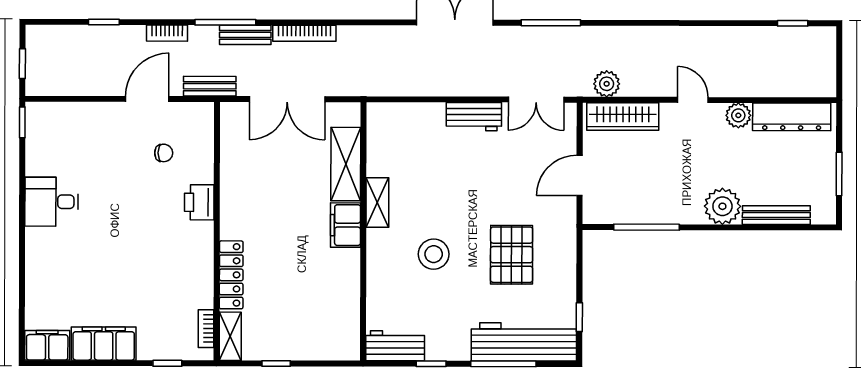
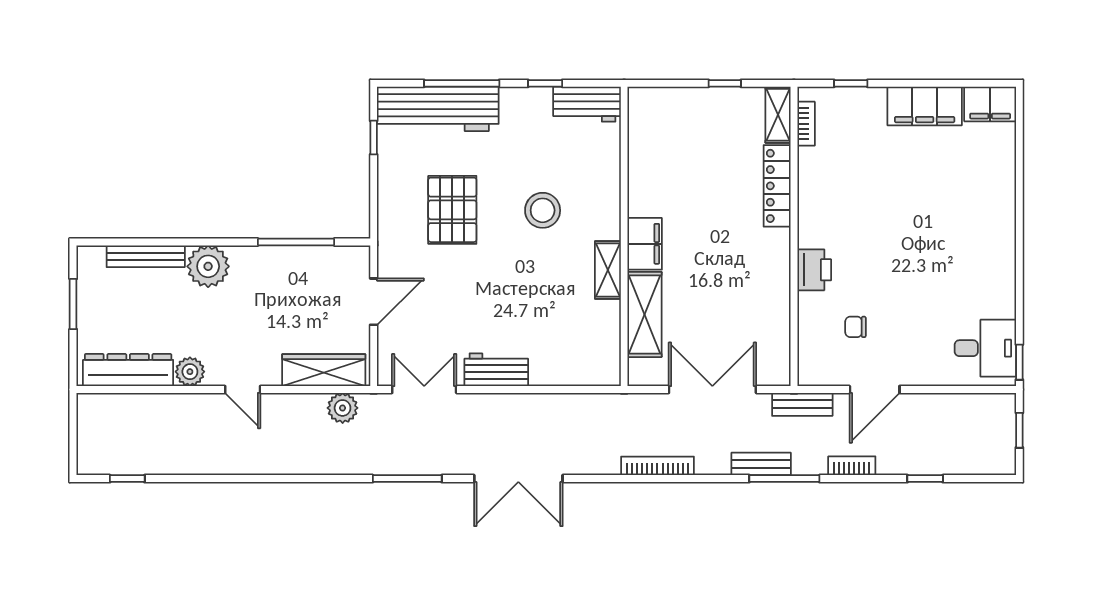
bookcase: (304, 33) -> (657, 466), moved
desk: (52, 202) -> (985, 348), moved

